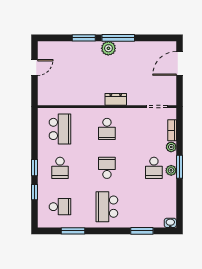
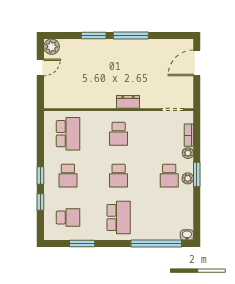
plant: (108, 48) -> (52, 47), moved
school desk: (107, 168) -> (119, 176), turned 180
school desk: (107, 207) -> (119, 217), turned 180
window: (142, 231) -> (156, 244), width x2.11

